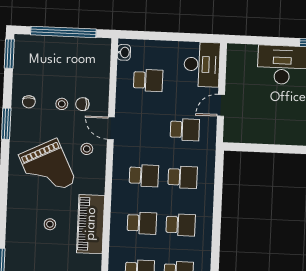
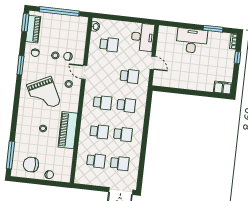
piano: (23, 63) -> (33, 29), added
door: (221, 105) -> (153, 63), swing flipped

